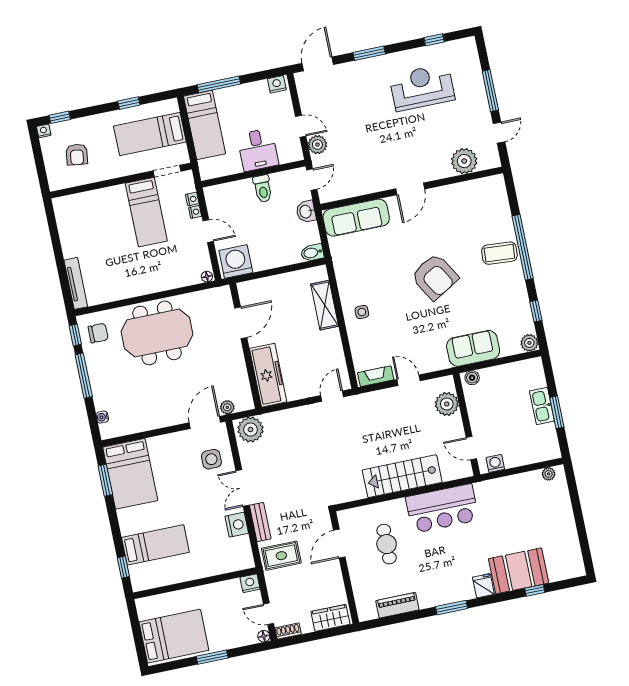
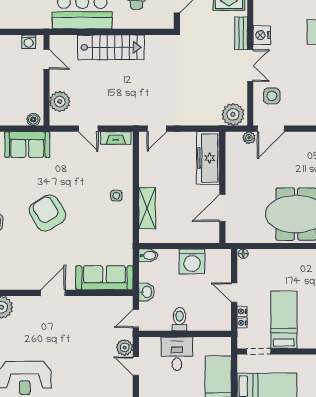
washing machine: (236, 261) -> (192, 261), moved

